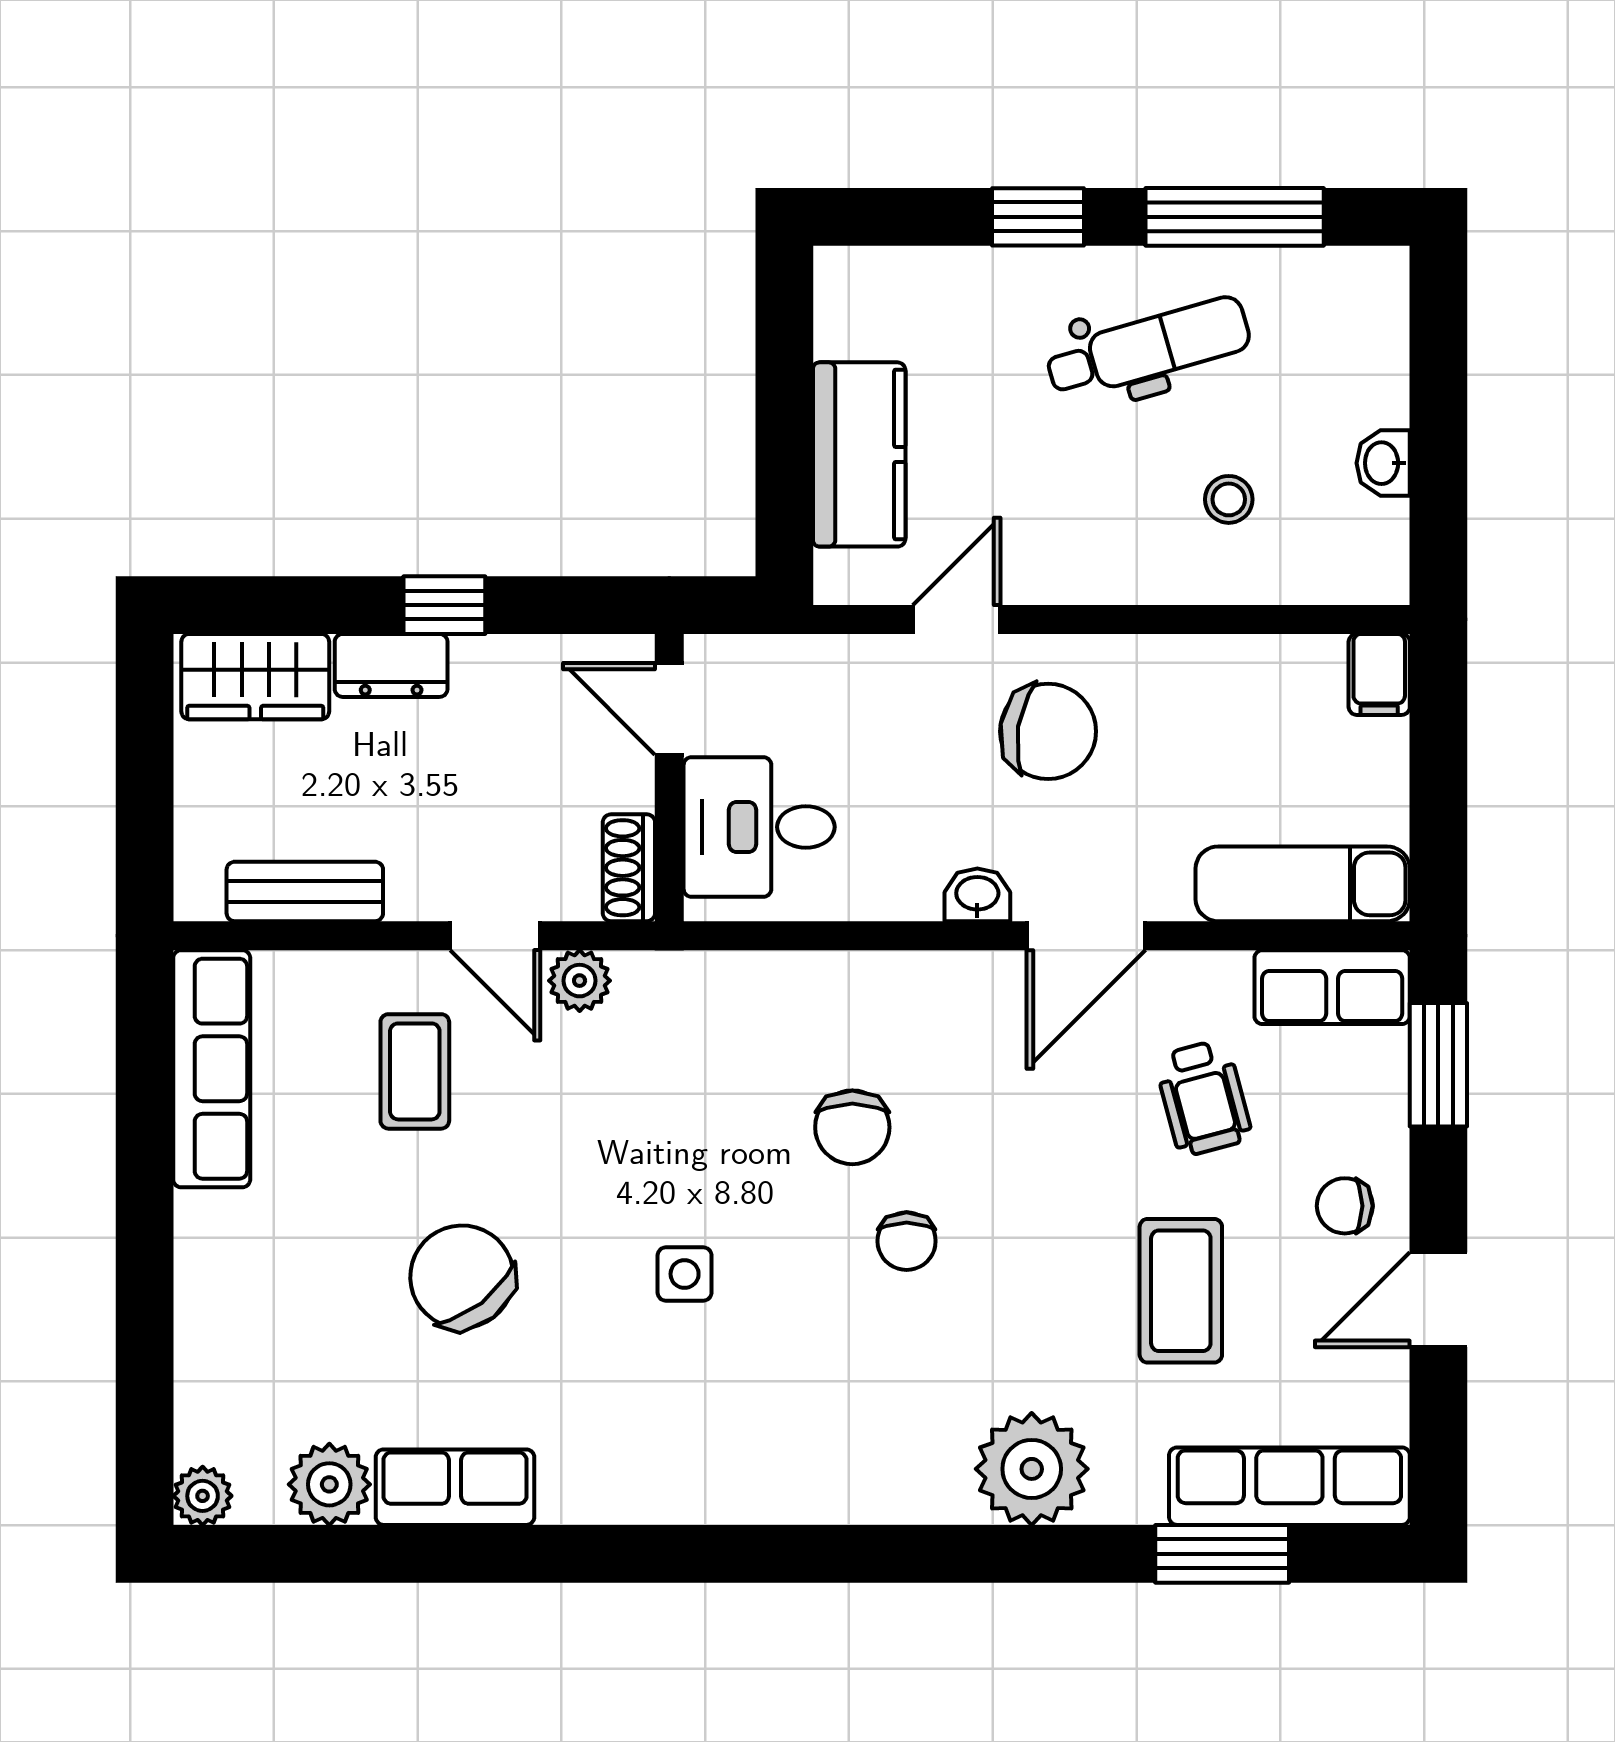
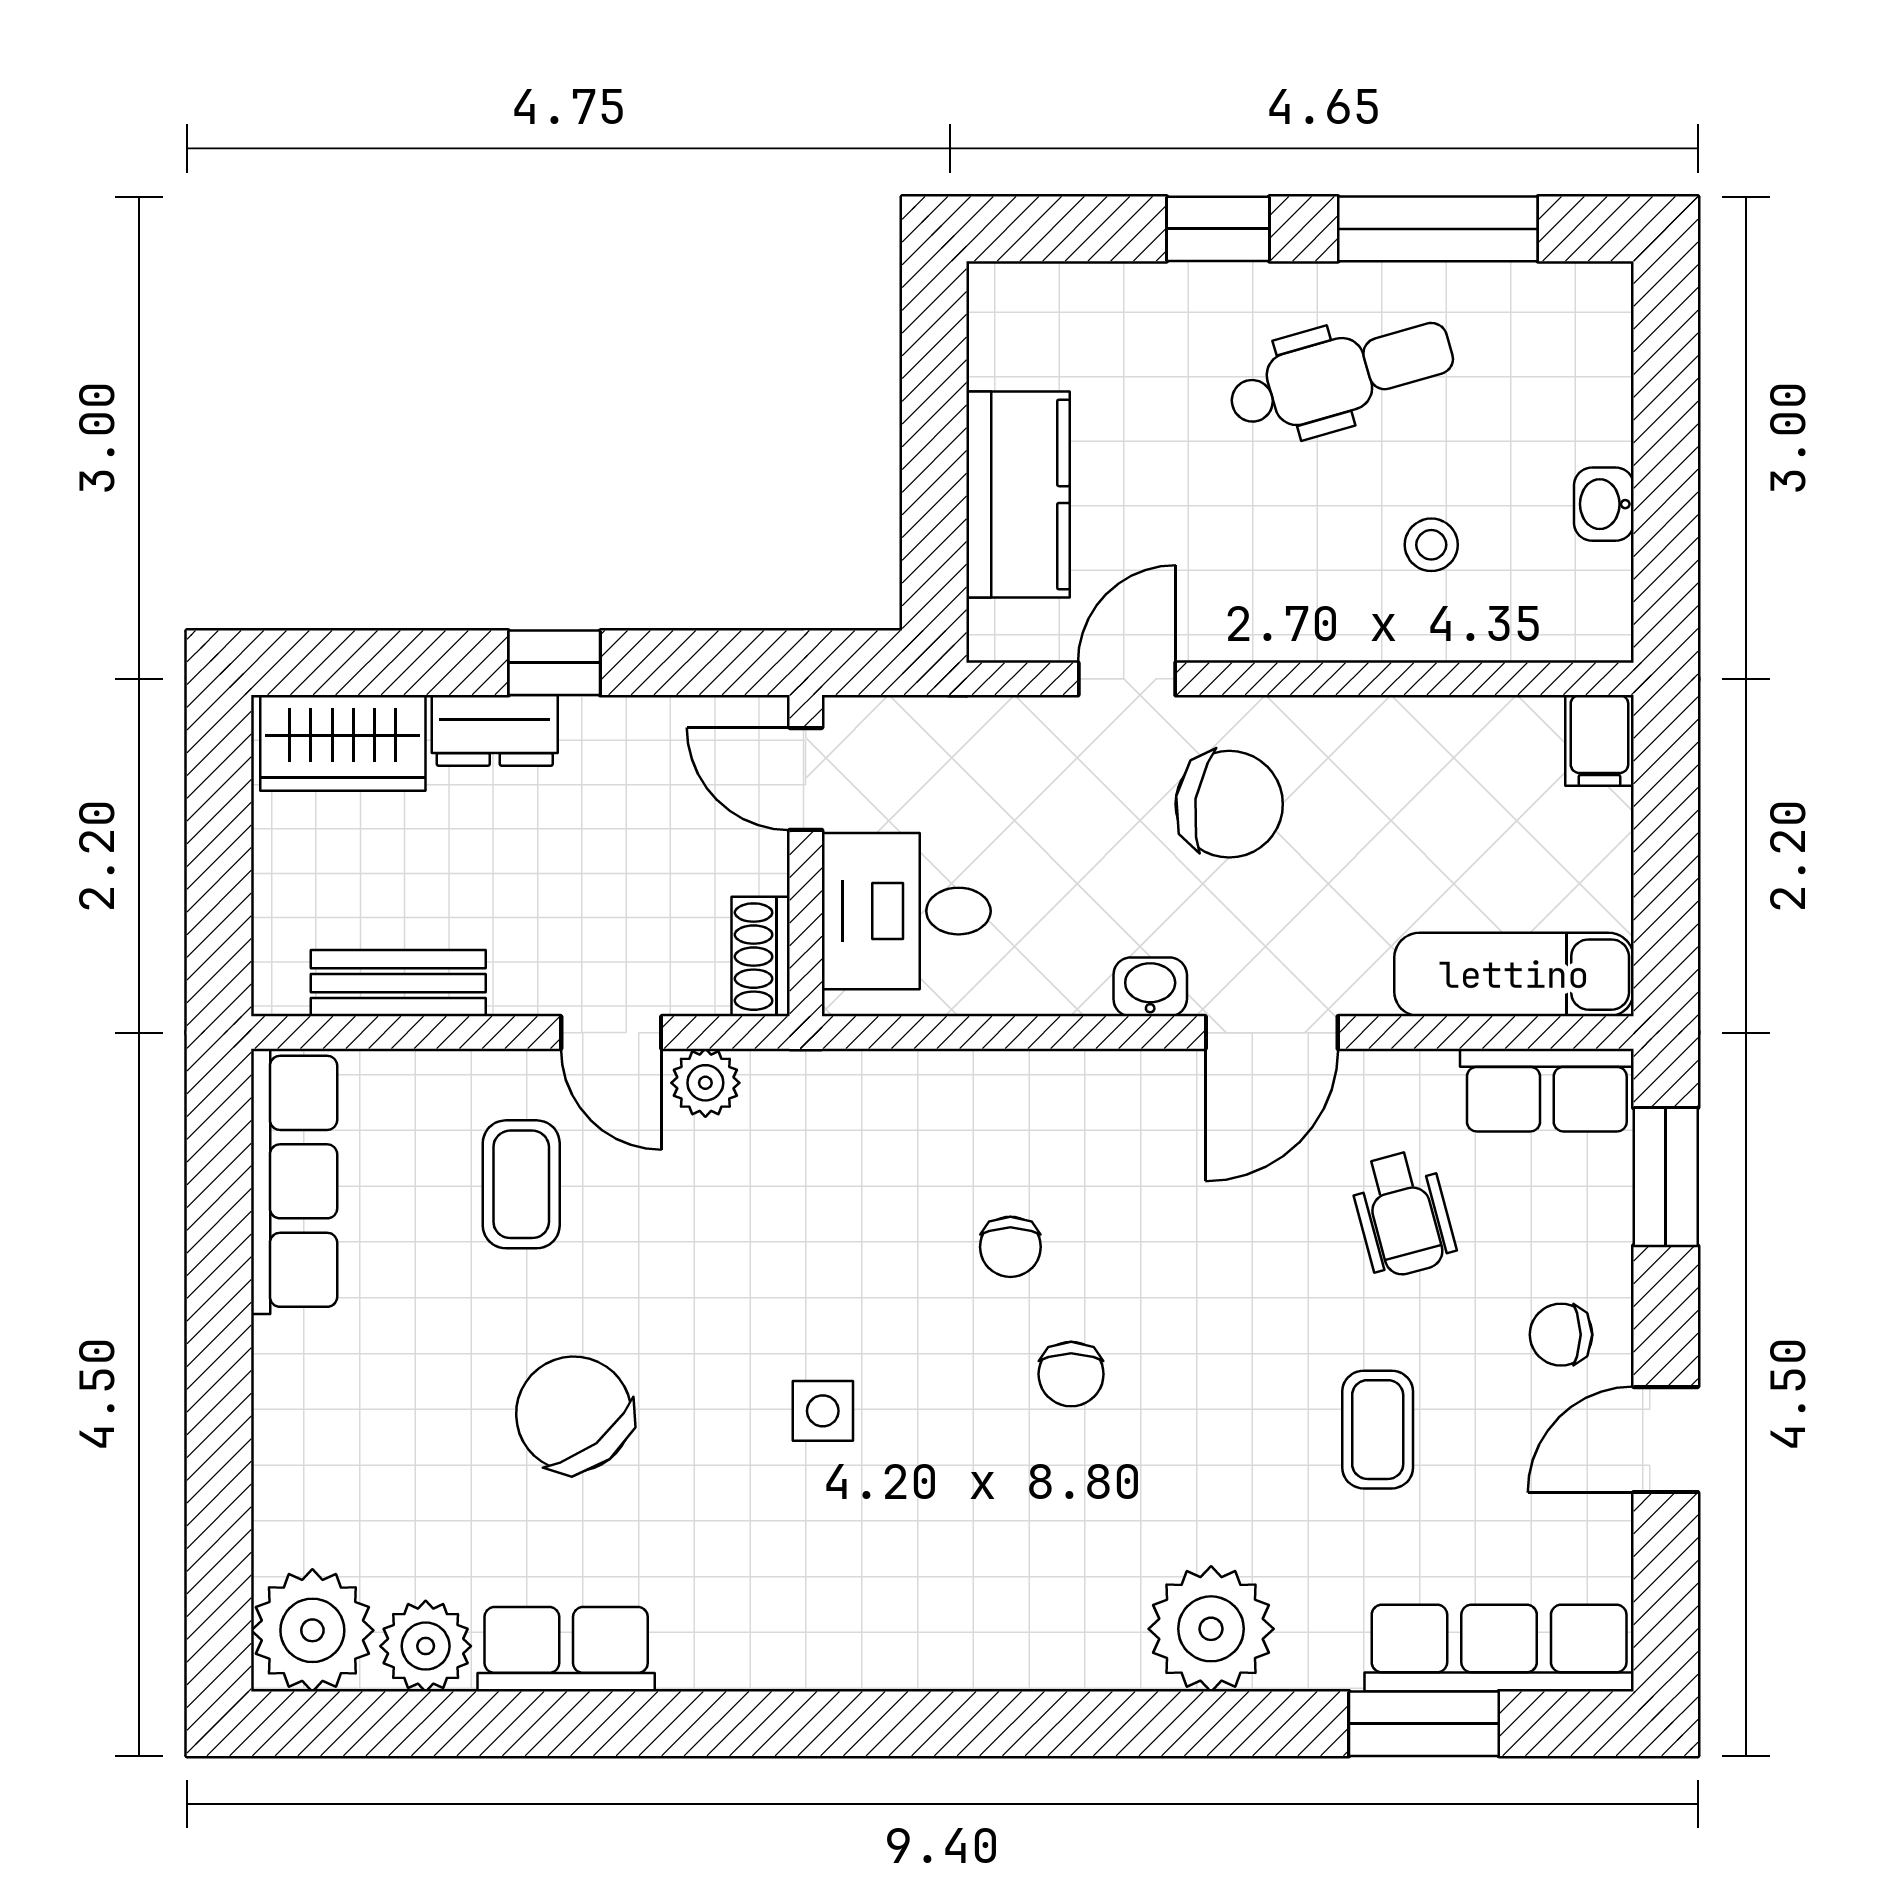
chair: (852, 1127) -> (1010, 1247), width x0.73, depth x0.73
coffee table: (1181, 1291) -> (1378, 1430), width x0.73, depth x0.77
plant: (203, 1496) -> (312, 1630), width x1.88, depth x1.88

